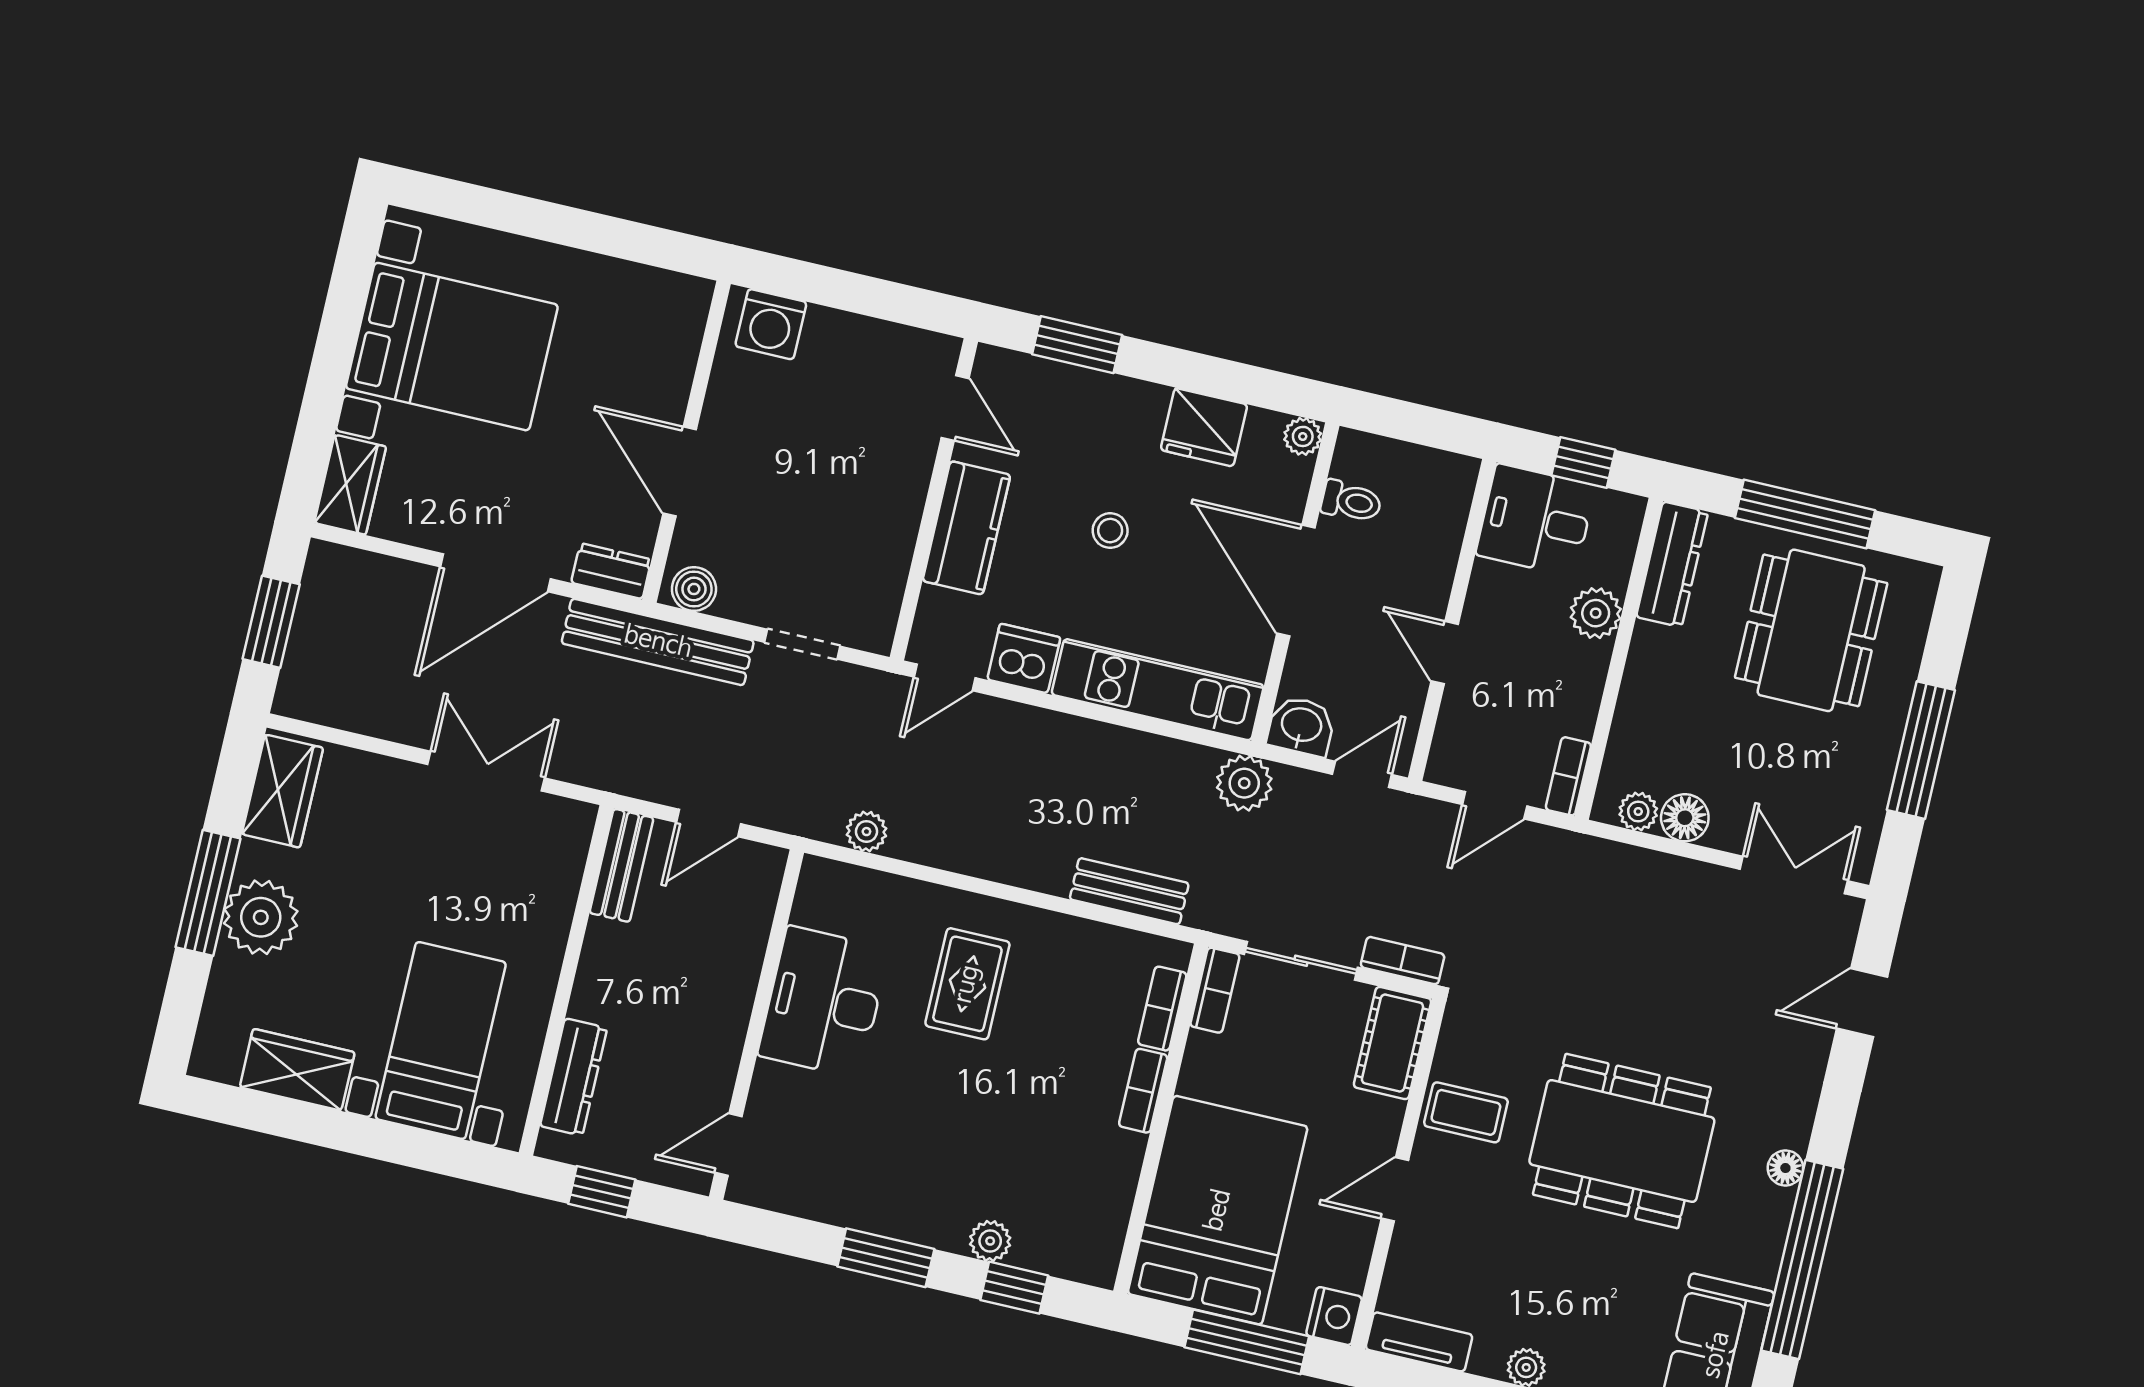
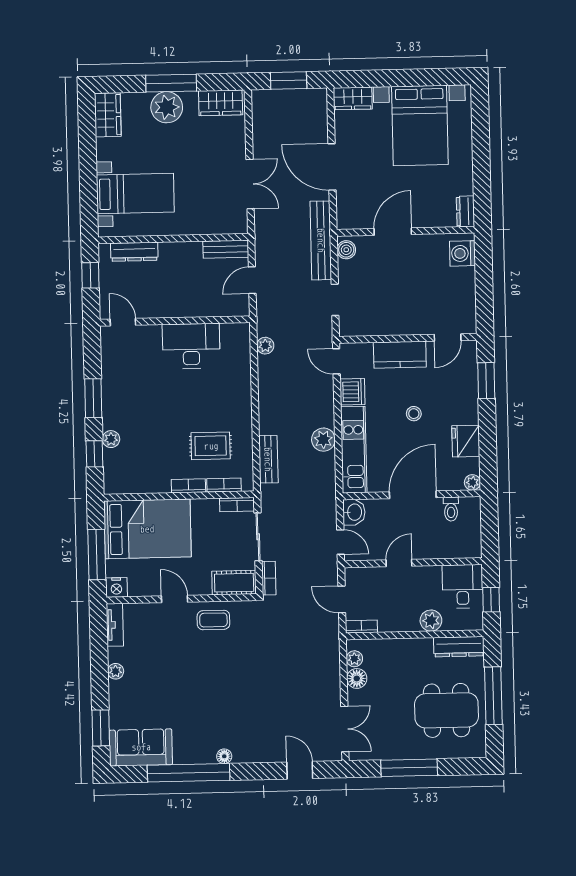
dresser: (611, 571) -> (465, 211), moved, turned 180
plant: (1244, 783) -> (323, 440), moved
door: (708, 823) -> (252, 280), hinge flipped
rug: (967, 984) -> (211, 446), moved
wardrobe: (297, 1070) -> (108, 115), moved
coffee table: (1466, 1112) -> (213, 620), turned 90
dining table: (1622, 1141) -> (218, 687), removed

